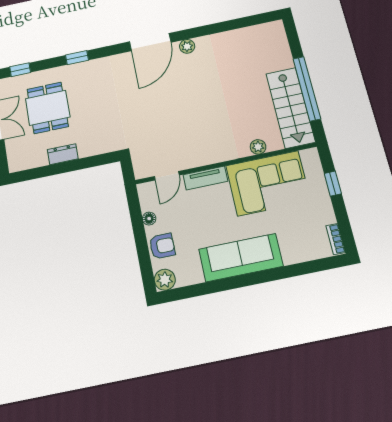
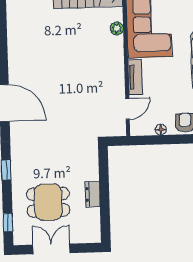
plant: (187, 46) -> (15, 71), removed
door: (167, 176) -> (127, 109), hinge flipped

